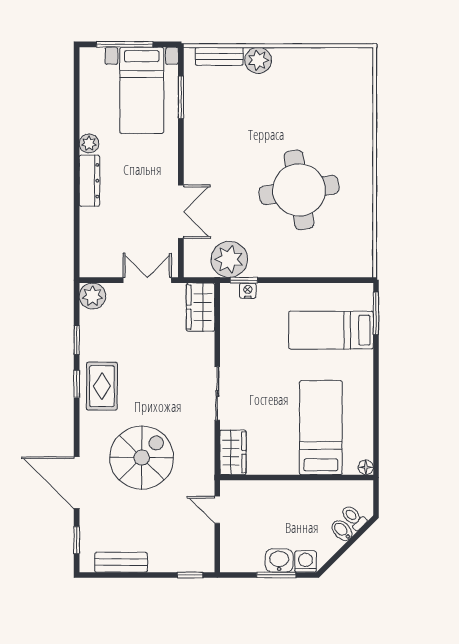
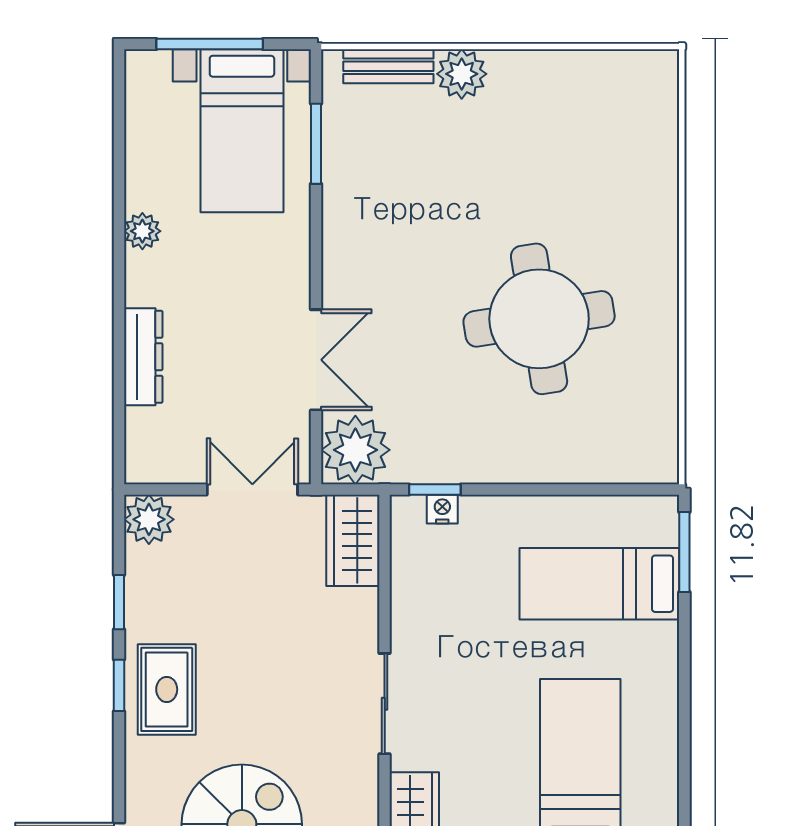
dresser: (89, 181) -> (143, 357), moved
plant: (229, 259) -> (355, 450), moved

